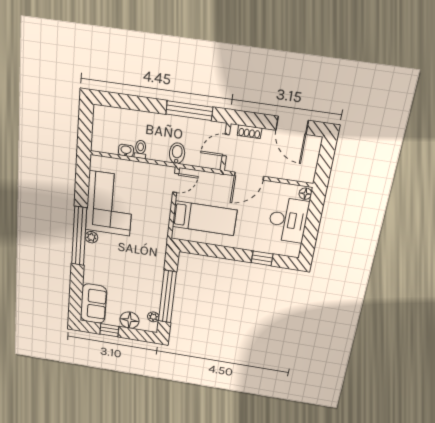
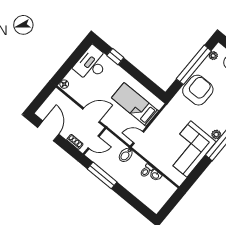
desk: (288, 220) -> (92, 64), moved
armchair: (145, 273) -> (198, 90), added

